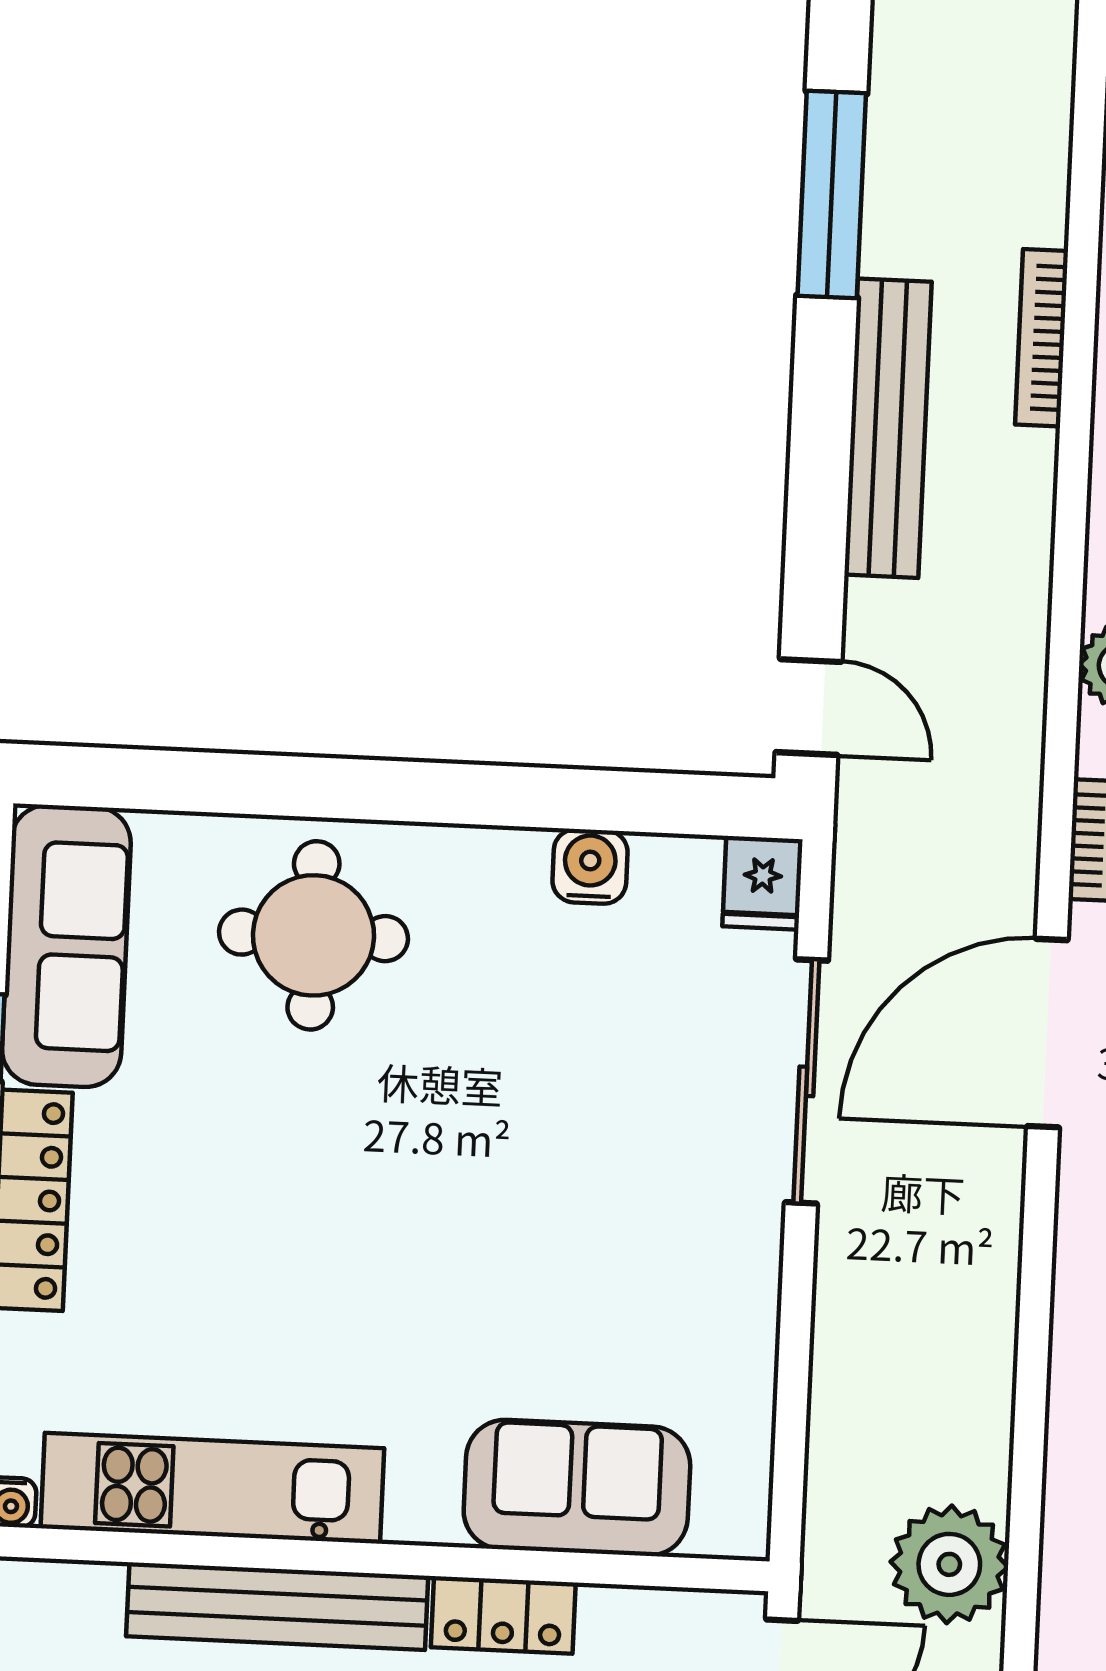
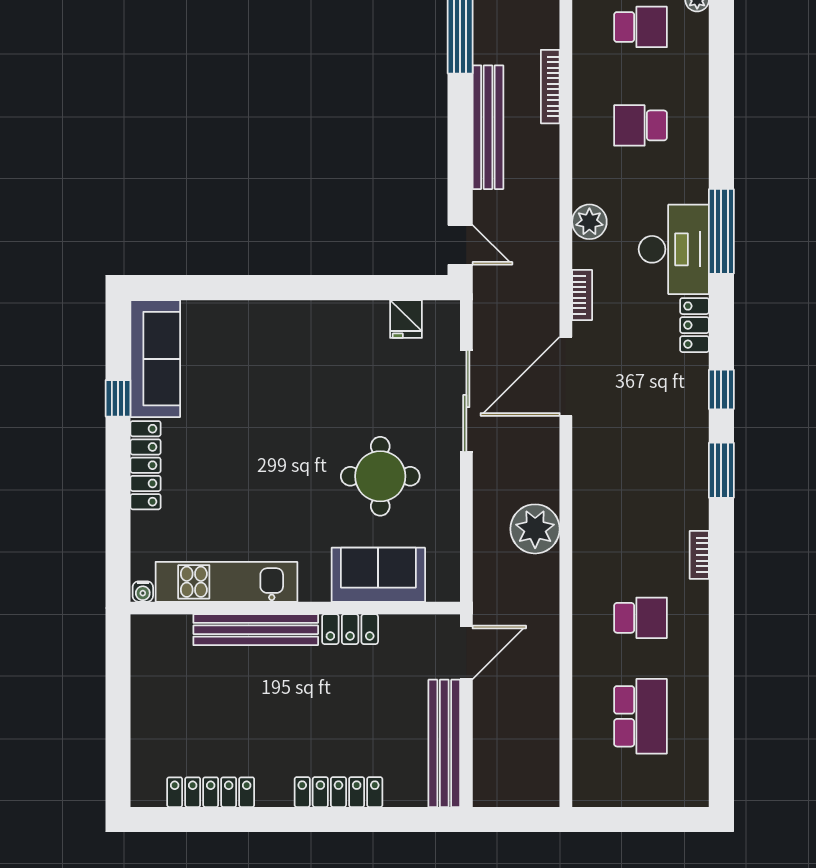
water cooler: (590, 866) -> (372, 315), removed
fridge: (762, 883) -> (406, 319), moved
round table: (313, 935) -> (380, 476), moved
plant: (949, 1564) -> (535, 529), moved

